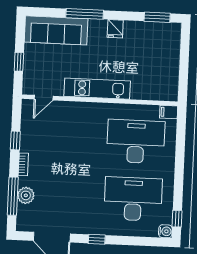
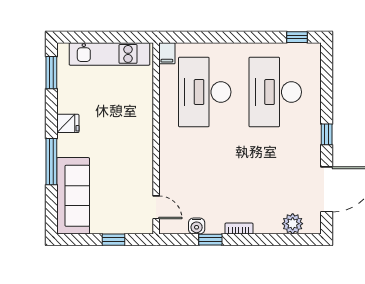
kitchen unit: (97, 89) -> (110, 54), moved, turned -90
plant: (26, 195) -> (293, 224), moved
window: (13, 196) -> (278, 240), removed
water cooler: (165, 231) -> (197, 226), moved, turned 180

